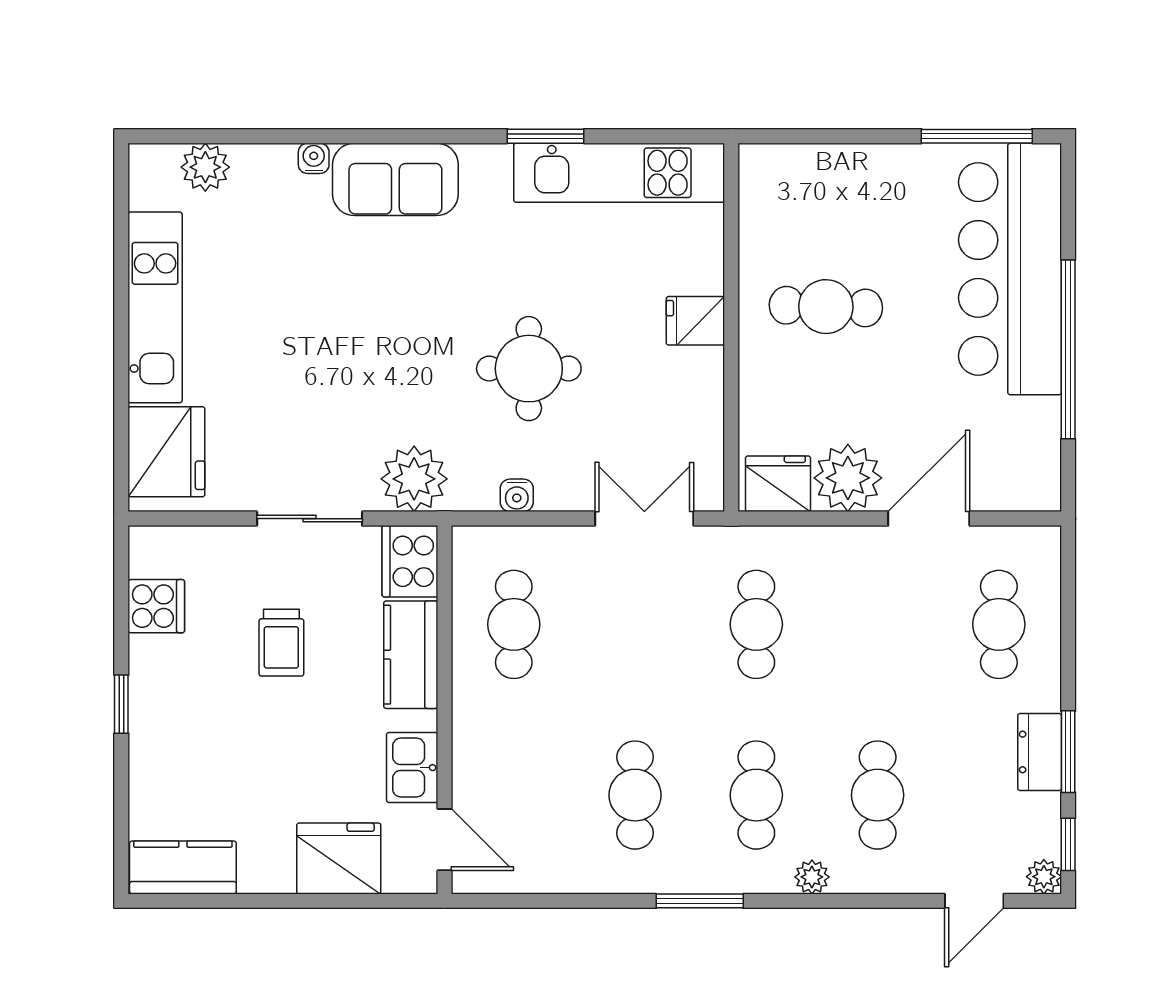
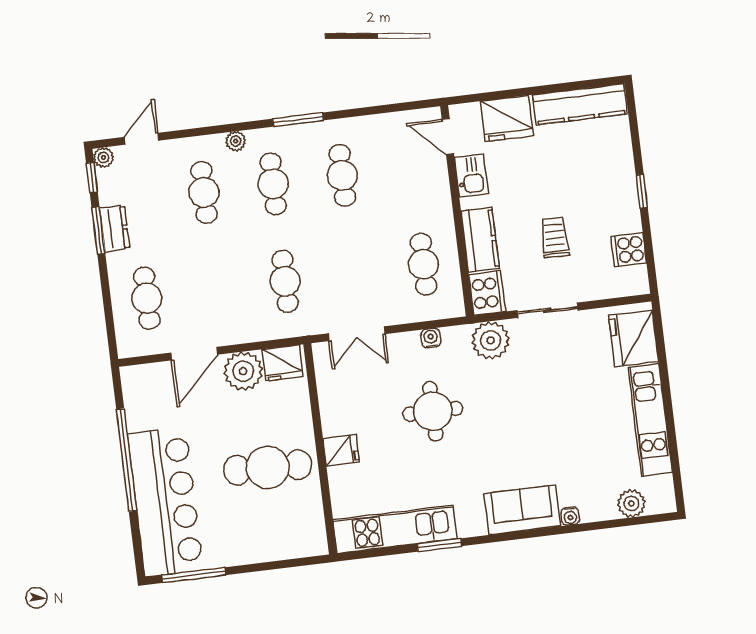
cafe table: (826, 307) -> (268, 467), width x1.37, depth x1.35
kitchen counter: (183, 867) -> (580, 104), width x1.50

